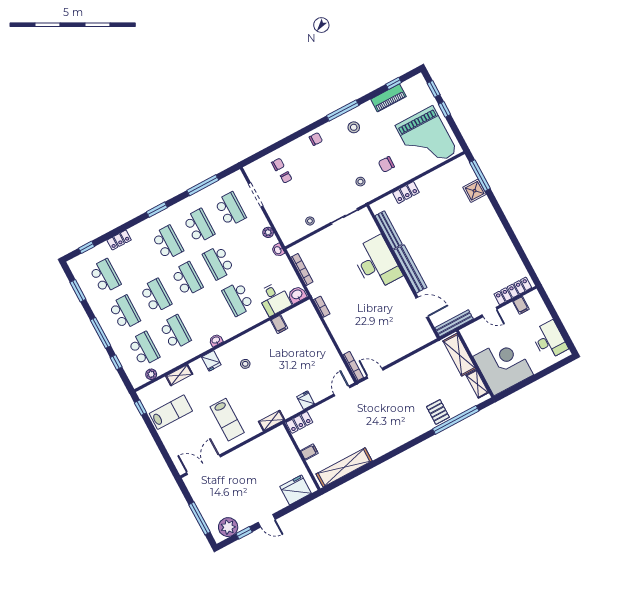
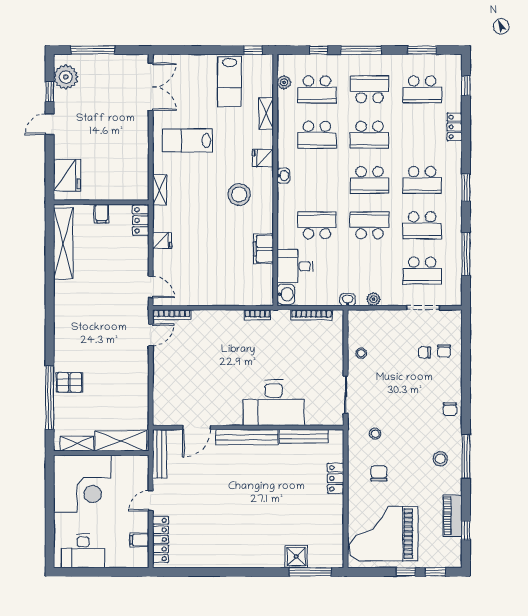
school desk: (124, 313) -> (370, 89), turned 180
filing cabinet: (279, 324) -> (264, 249), width x2.00
stool: (245, 364) -> (239, 194), width x1.89, depth x1.89

